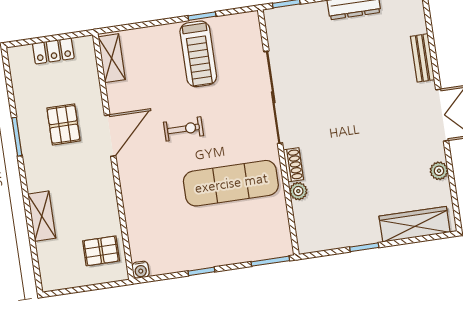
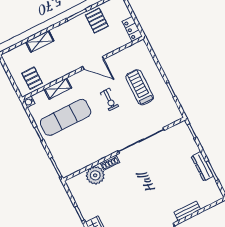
locker: (53, 51) -> (132, 29), moved
treadmill: (198, 54) -> (140, 87), moved, turned 90
shelving: (112, 58) -> (58, 89), moved
pallet: (63, 124) -> (97, 21), moved, turned 90
exercise mat: (231, 183) -> (66, 117), moved, turned 90
plant: (298, 191) -> (95, 175), width x1.88, depth x1.88

